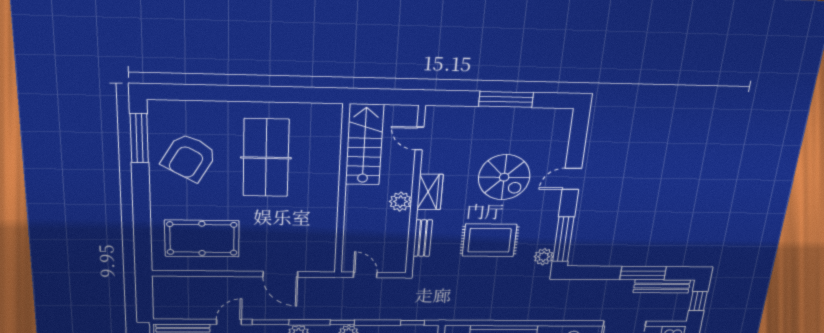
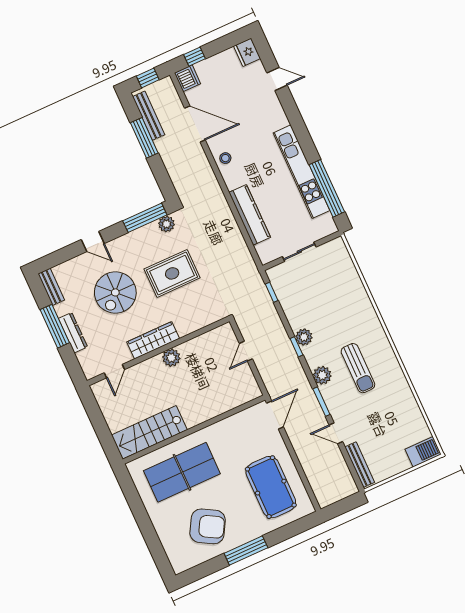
dresser: (487, 115) -> (73, 333), added
window: (139, 138) -> (246, 550), moved
stairs: (364, 145) -> (149, 432), moved
spiral stairs: (504, 177) -> (115, 292), turned 180
wall: (342, 191) -> (194, 430), moved
wardrobe: (430, 192) -> (153, 340), width x1.50
bench: (423, 238) -> (51, 287), moved, turned 90
rug: (490, 240) -> (172, 273), turned 90

